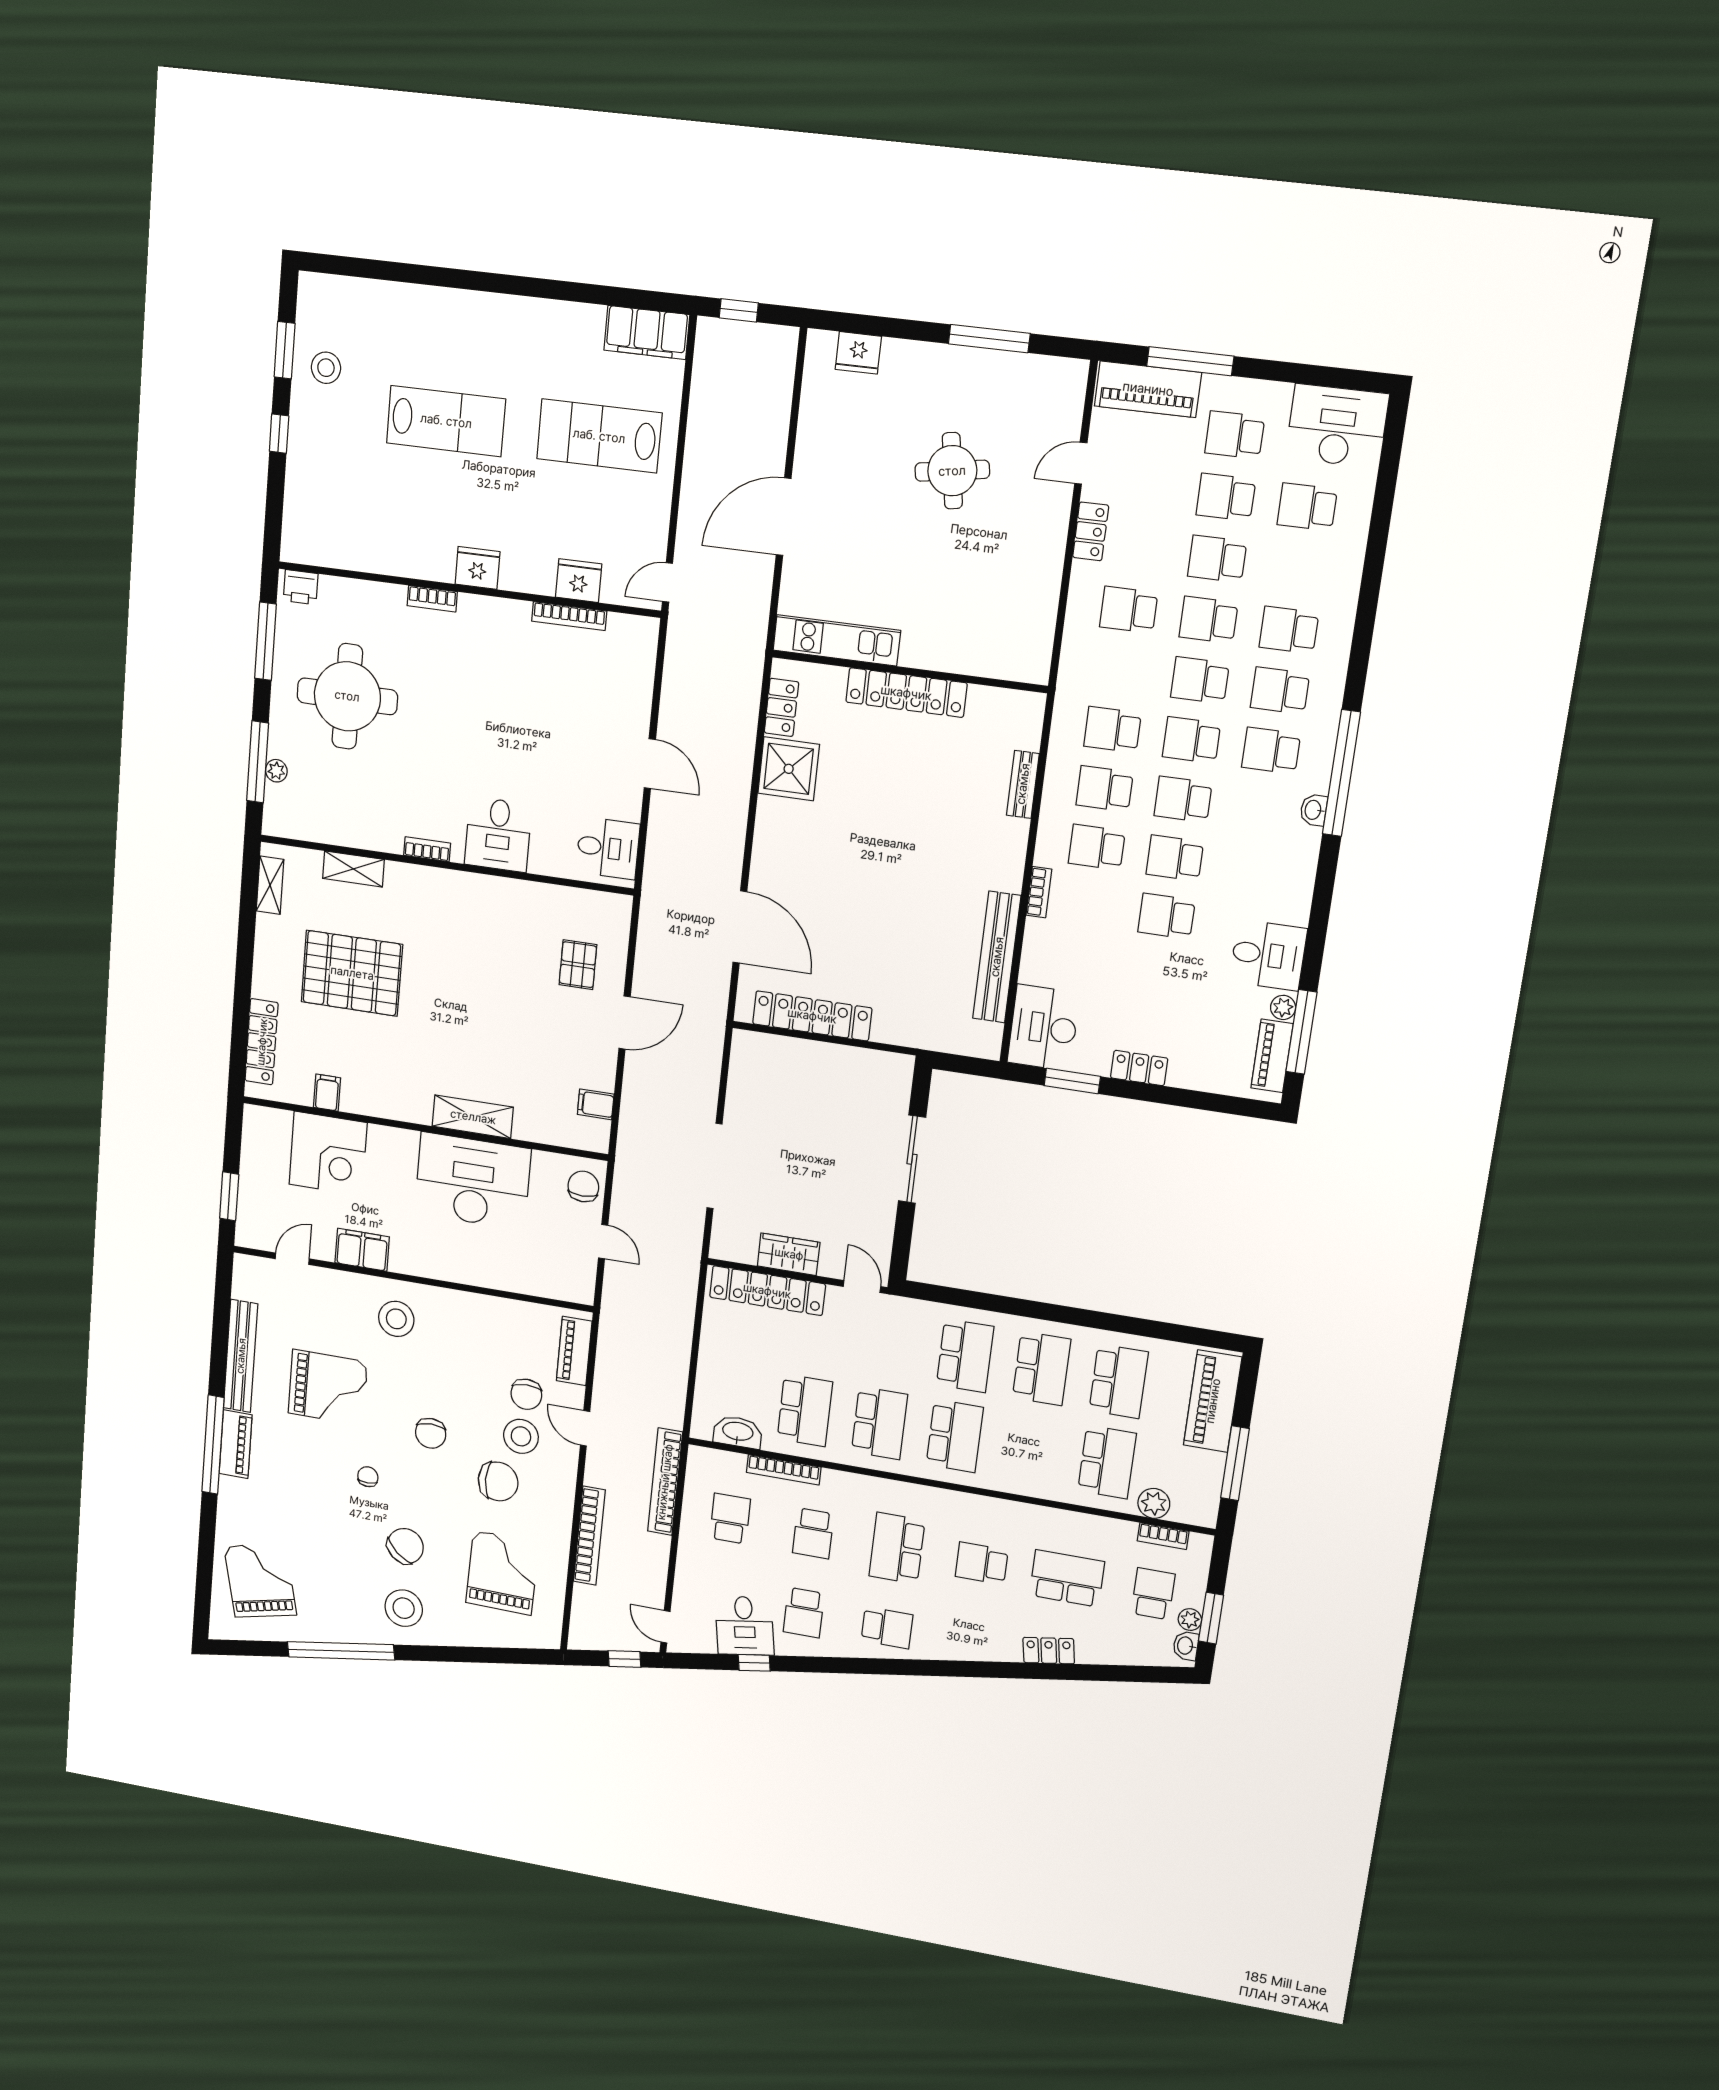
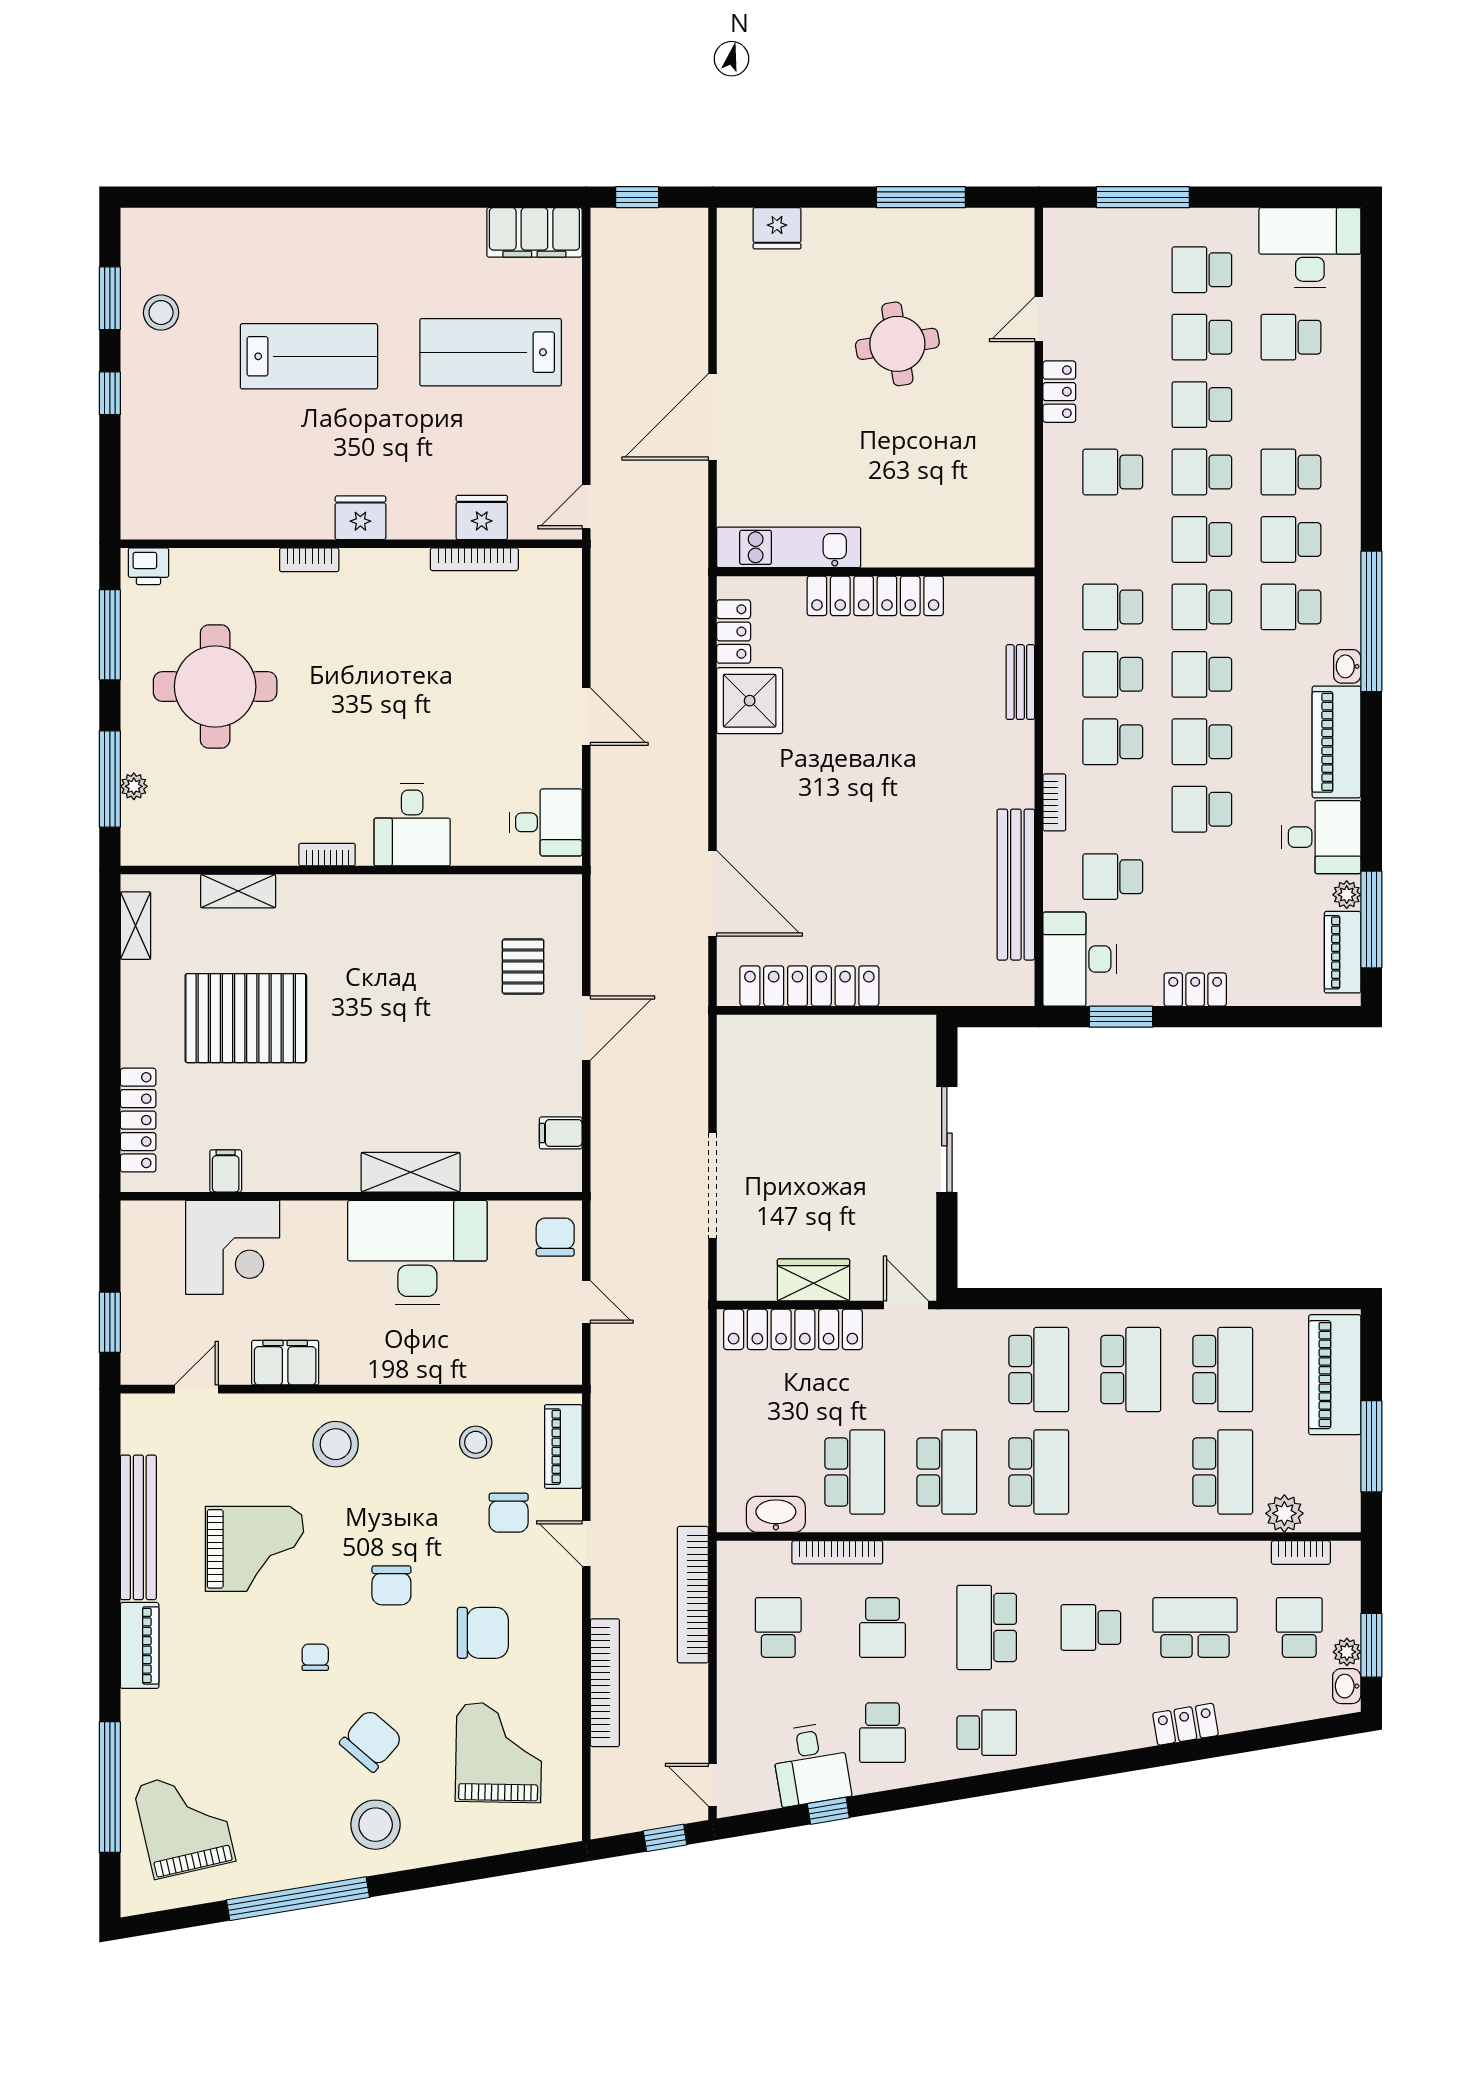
piano: (1148, 389) -> (1337, 742), moved, turned 90
school desk: (1081, 963) -> (1113, 877), added
stool: (521, 1436) -> (476, 1442), moved, width x0.73, depth x0.73
window: (213, 1445) -> (110, 1787), moved

